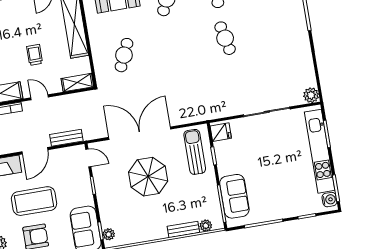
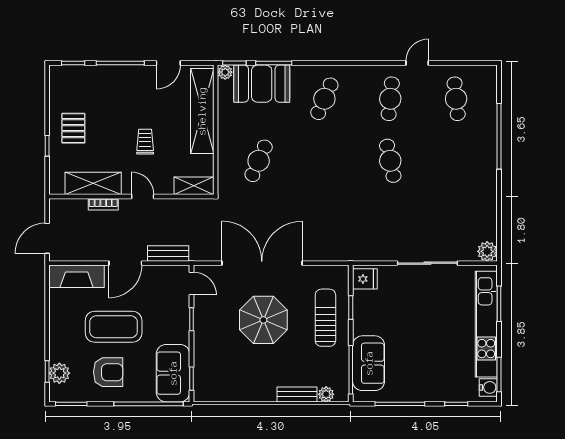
sun lounger: (195, 152) -> (325, 318), moved
plant: (109, 234) -> (201, 385), removed

